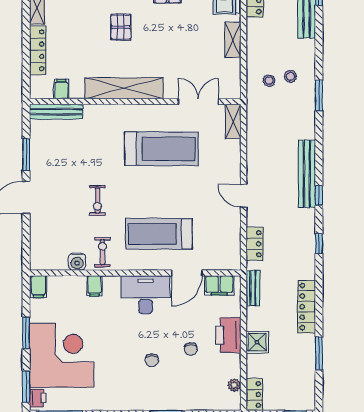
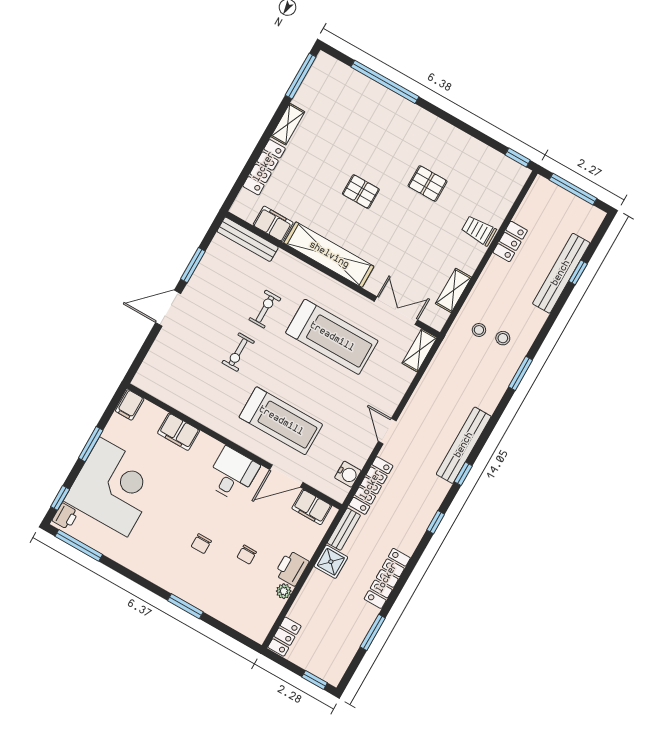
pallet: (121, 27) -> (361, 192), turned 90
shelving: (233, 40) -> (453, 290), moved
filing cabinet: (61, 89) -> (273, 224), width x2.00
treadmill: (159, 234) -> (281, 421), turned 180
locker: (254, 244) -> (371, 485), width x1.53
exercise bike: (103, 252) -> (265, 309), moved
water cooler: (77, 262) -> (348, 474), moved, turned -90
filing cabinet: (95, 286) -> (179, 432), width x2.00
desk: (145, 295) -> (232, 474), width x0.73
printer: (228, 335) -> (292, 568), width x0.73, depth x0.84
shower: (257, 342) -> (331, 562), moved
plant: (234, 385) -> (284, 591), moved
window: (26, 386) -> (60, 498), width x0.67

